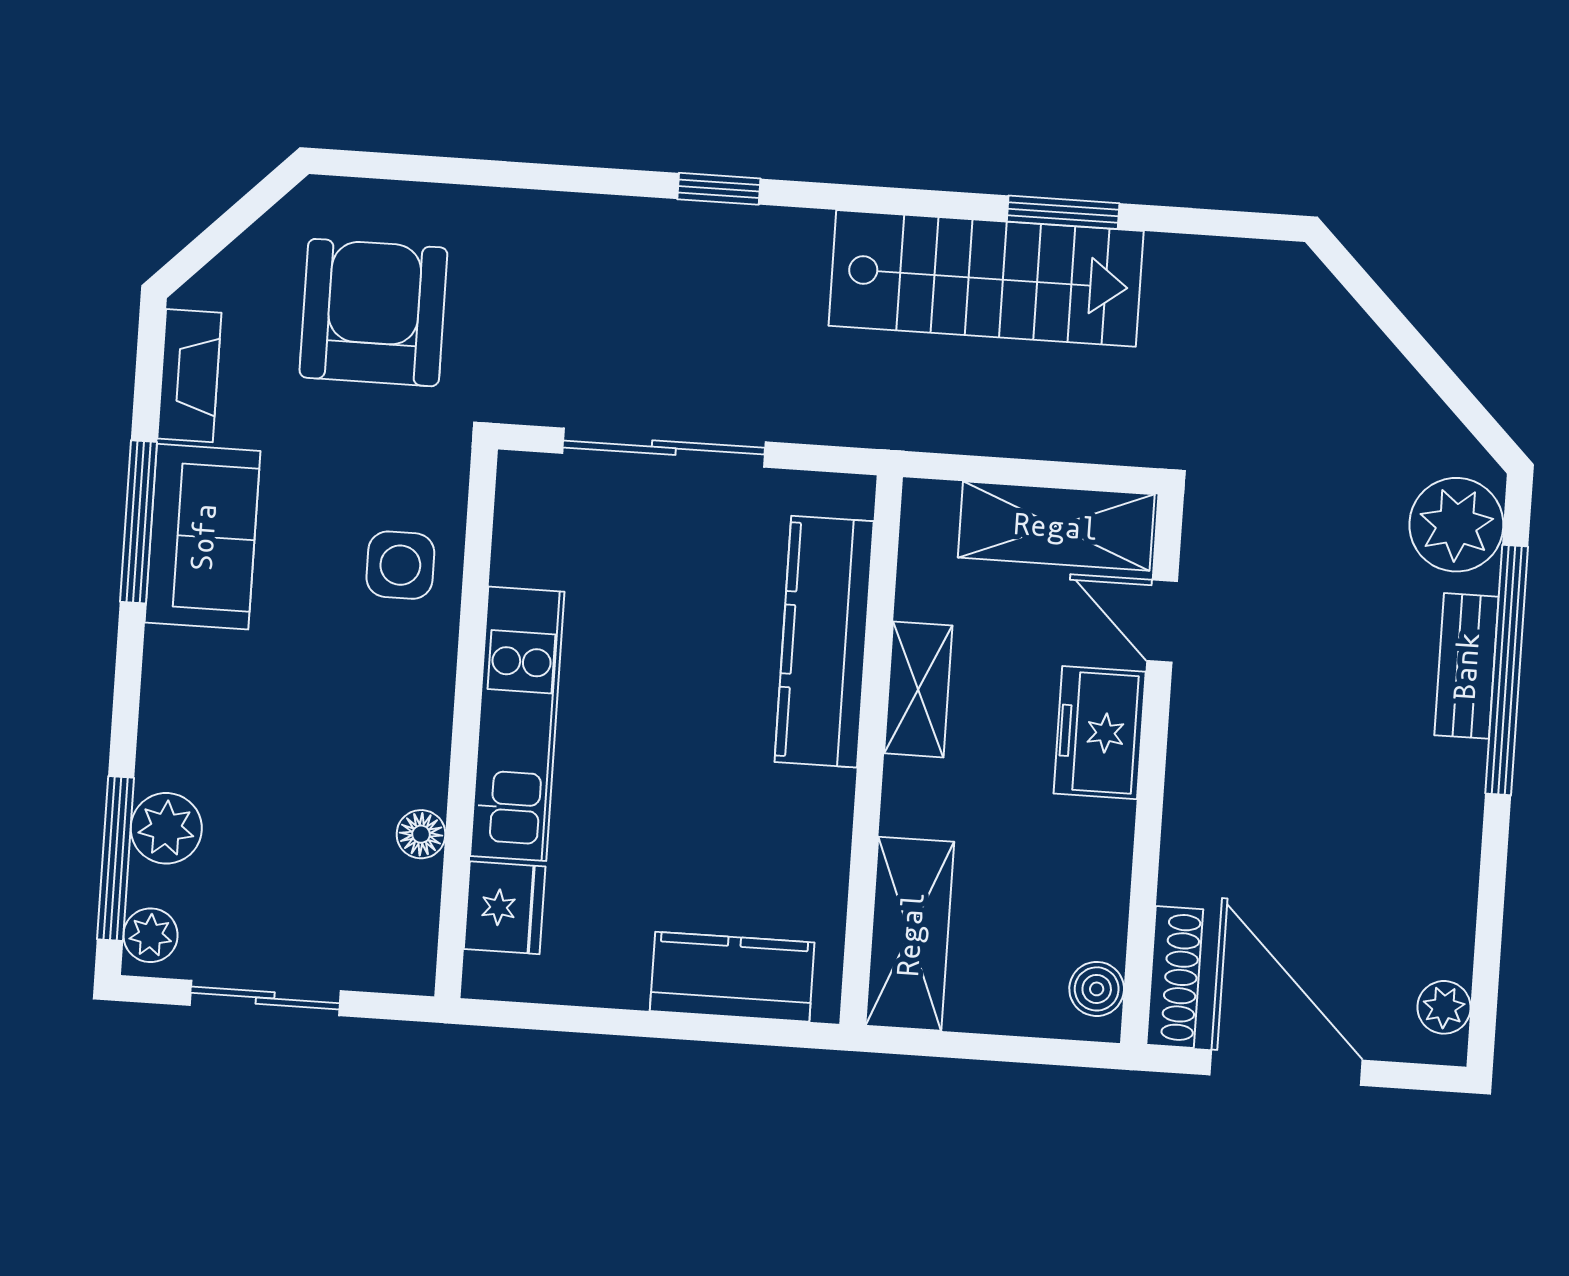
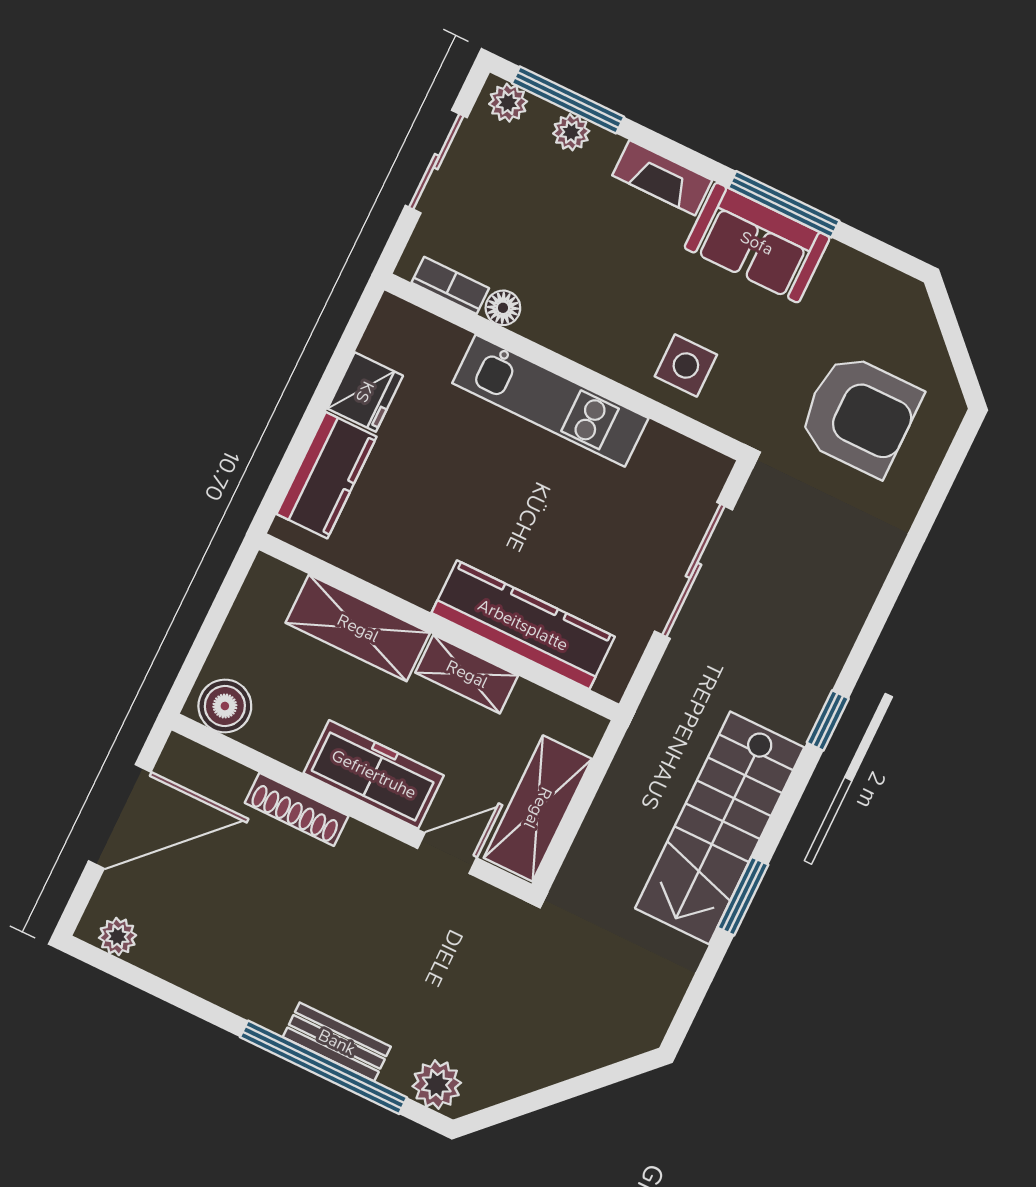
window: (719, 189) -> (828, 721), moved
fireplace: (189, 376) -> (662, 178), moved
plant: (1456, 525) -> (437, 1085), width x0.73, depth x0.73
freezer: (1100, 733) -> (374, 774), width x1.40
plant: (166, 828) -> (571, 132), width x0.73, depth x0.73
fridge: (505, 908) -> (365, 392), moved, turned -90
bookcase: (419, 915) -> (450, 285), added
shelving: (910, 934) -> (358, 628), moved
shoe rack: (1175, 977) -> (297, 809), moved
boiler: (1097, 989) -> (225, 706), width x1.36, depth x1.36

